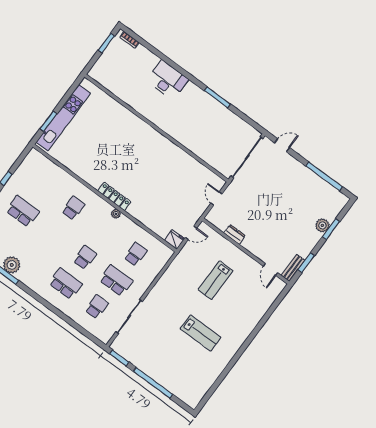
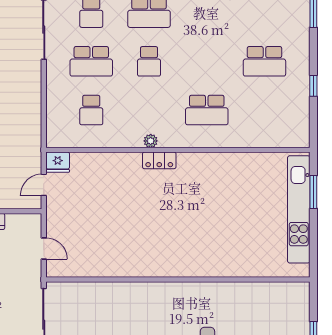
locker: (114, 196) -> (159, 160), width x0.66
school desk: (73, 208) -> (207, 110), width x1.85

